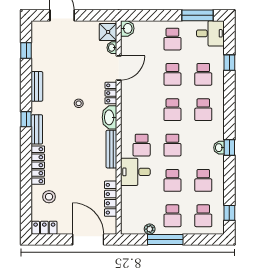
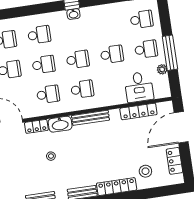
desk: (135, 172) -> (139, 87), moved
school desk: (203, 180) -> (48, 94), moved
locker: (44, 228) -> (174, 161), moved

